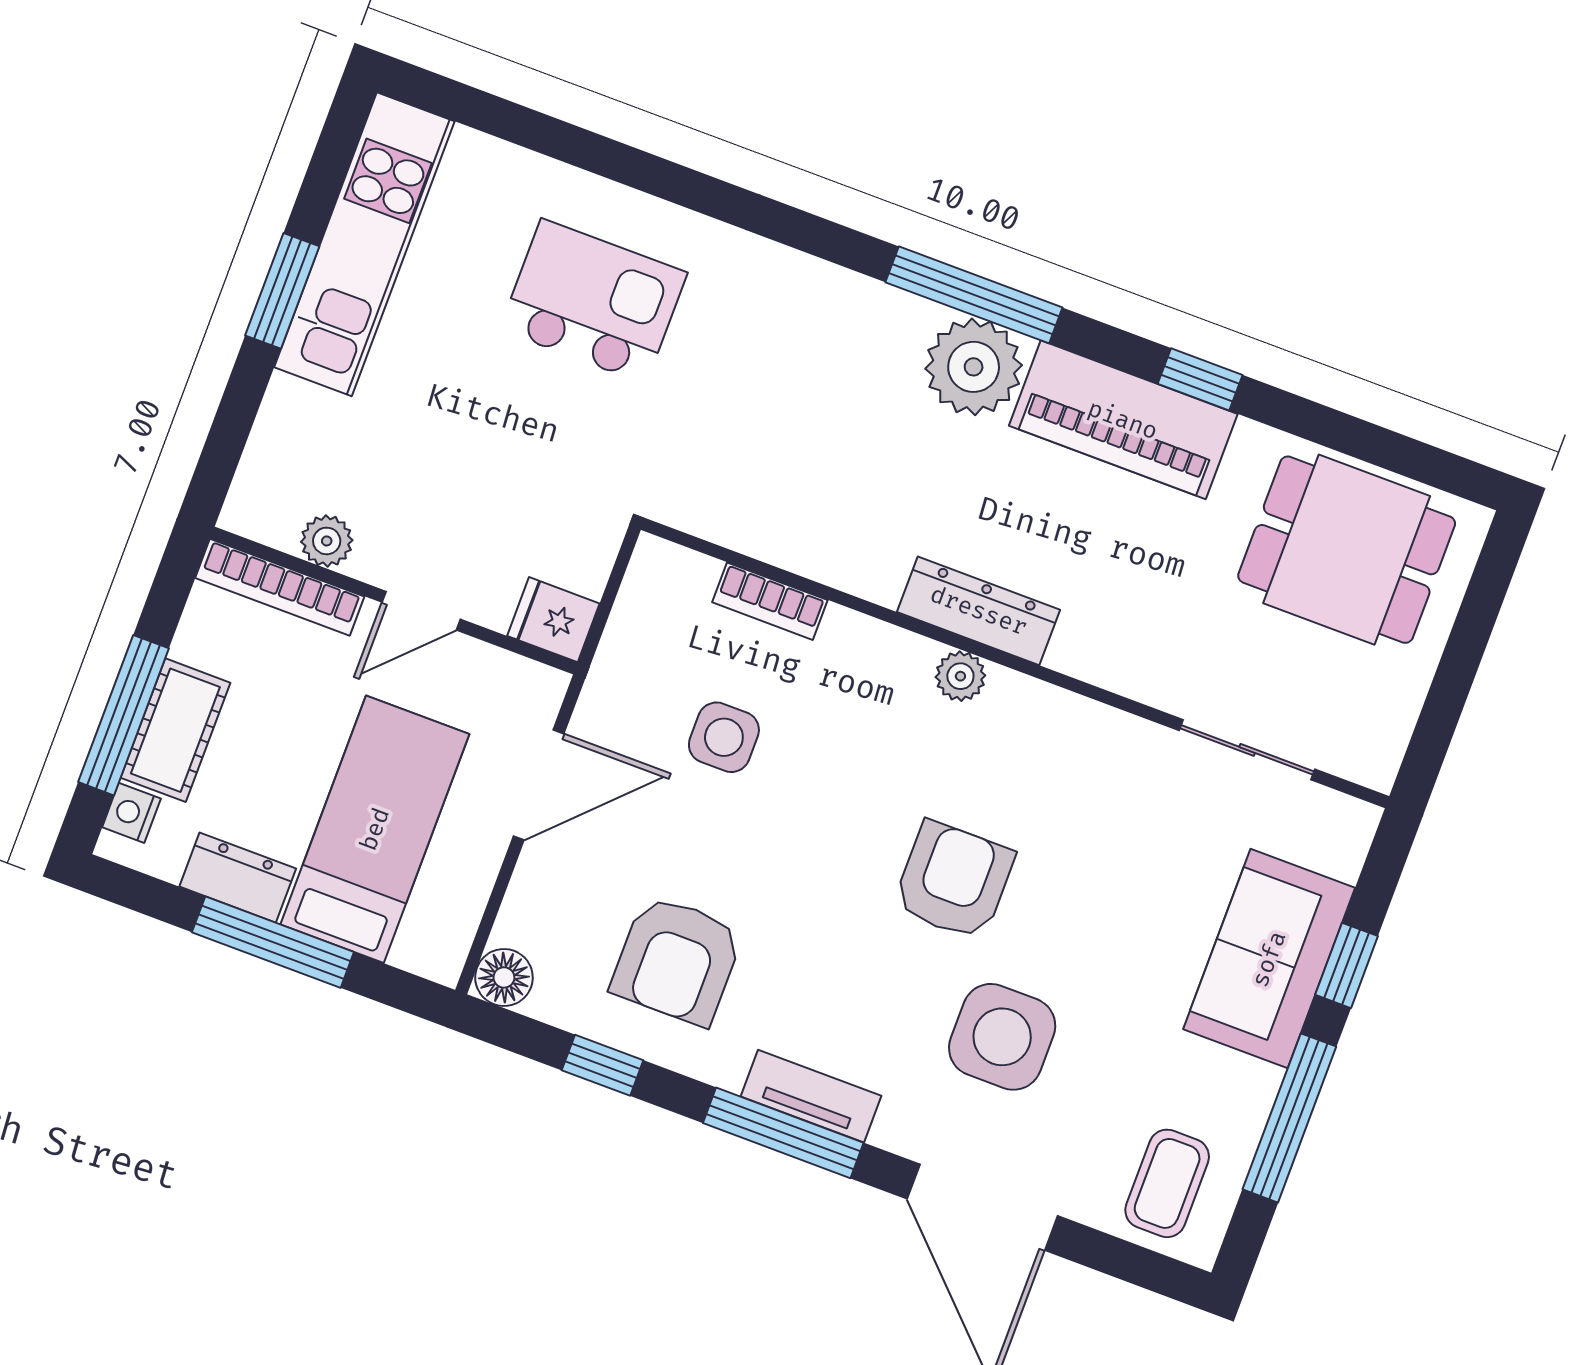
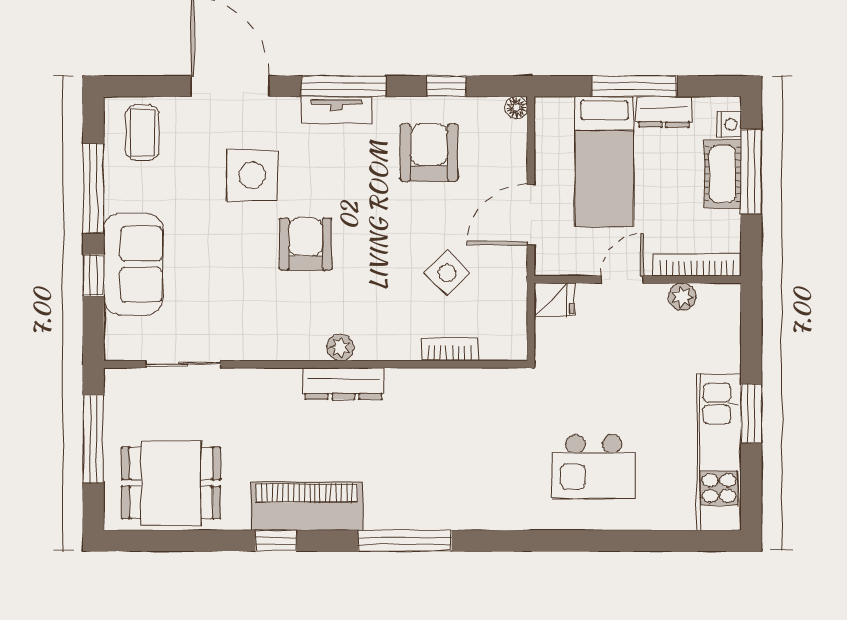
plant: (974, 367) -> (392, 505), removed
window: (1454, 678) -> (93, 439), added
side table: (724, 737) -> (447, 273), turned 45
armchair: (954, 881) -> (306, 244), turned 180
floor lamp: (504, 977) -> (516, 108), width x0.73, depth x0.73

